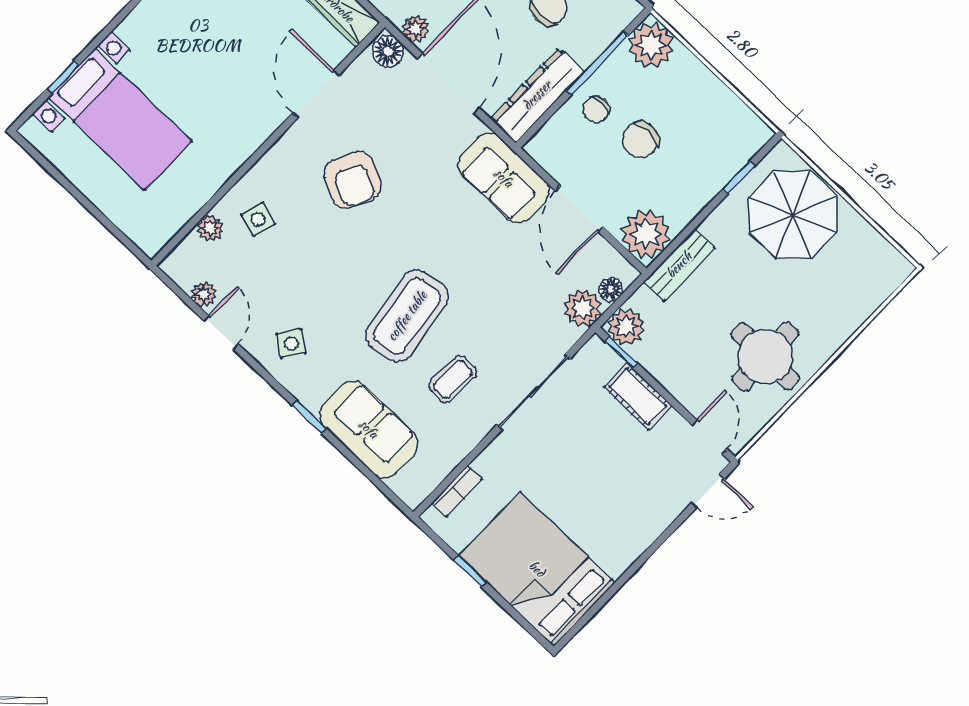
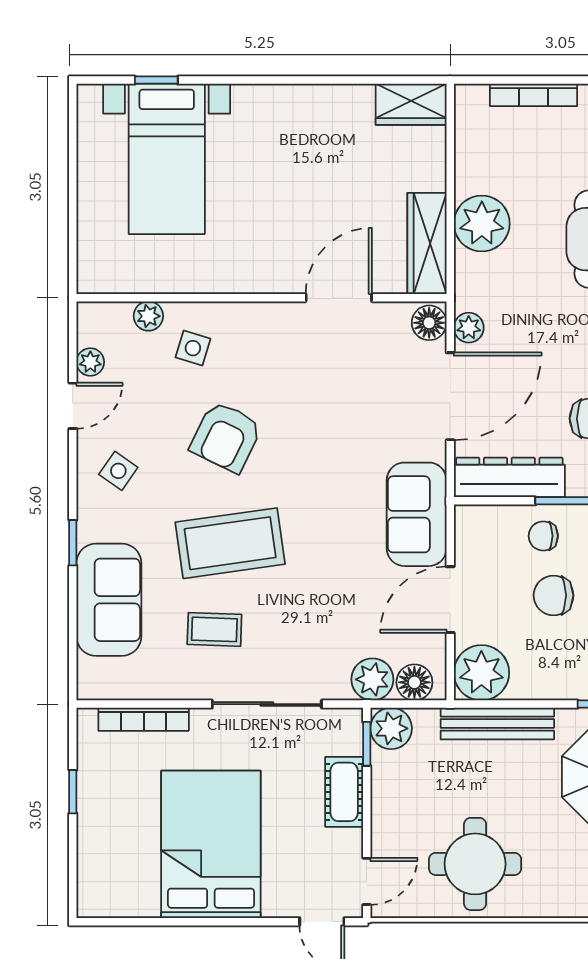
armchair: (353, 180) -> (226, 437), moved
bench: (679, 265) -> (497, 724), width x1.36
floor lamp: (611, 289) -> (414, 682), width x1.37, depth x1.37
bookcase: (457, 491) -> (144, 719), width x1.56
bed: (537, 569) -> (211, 844), moved

